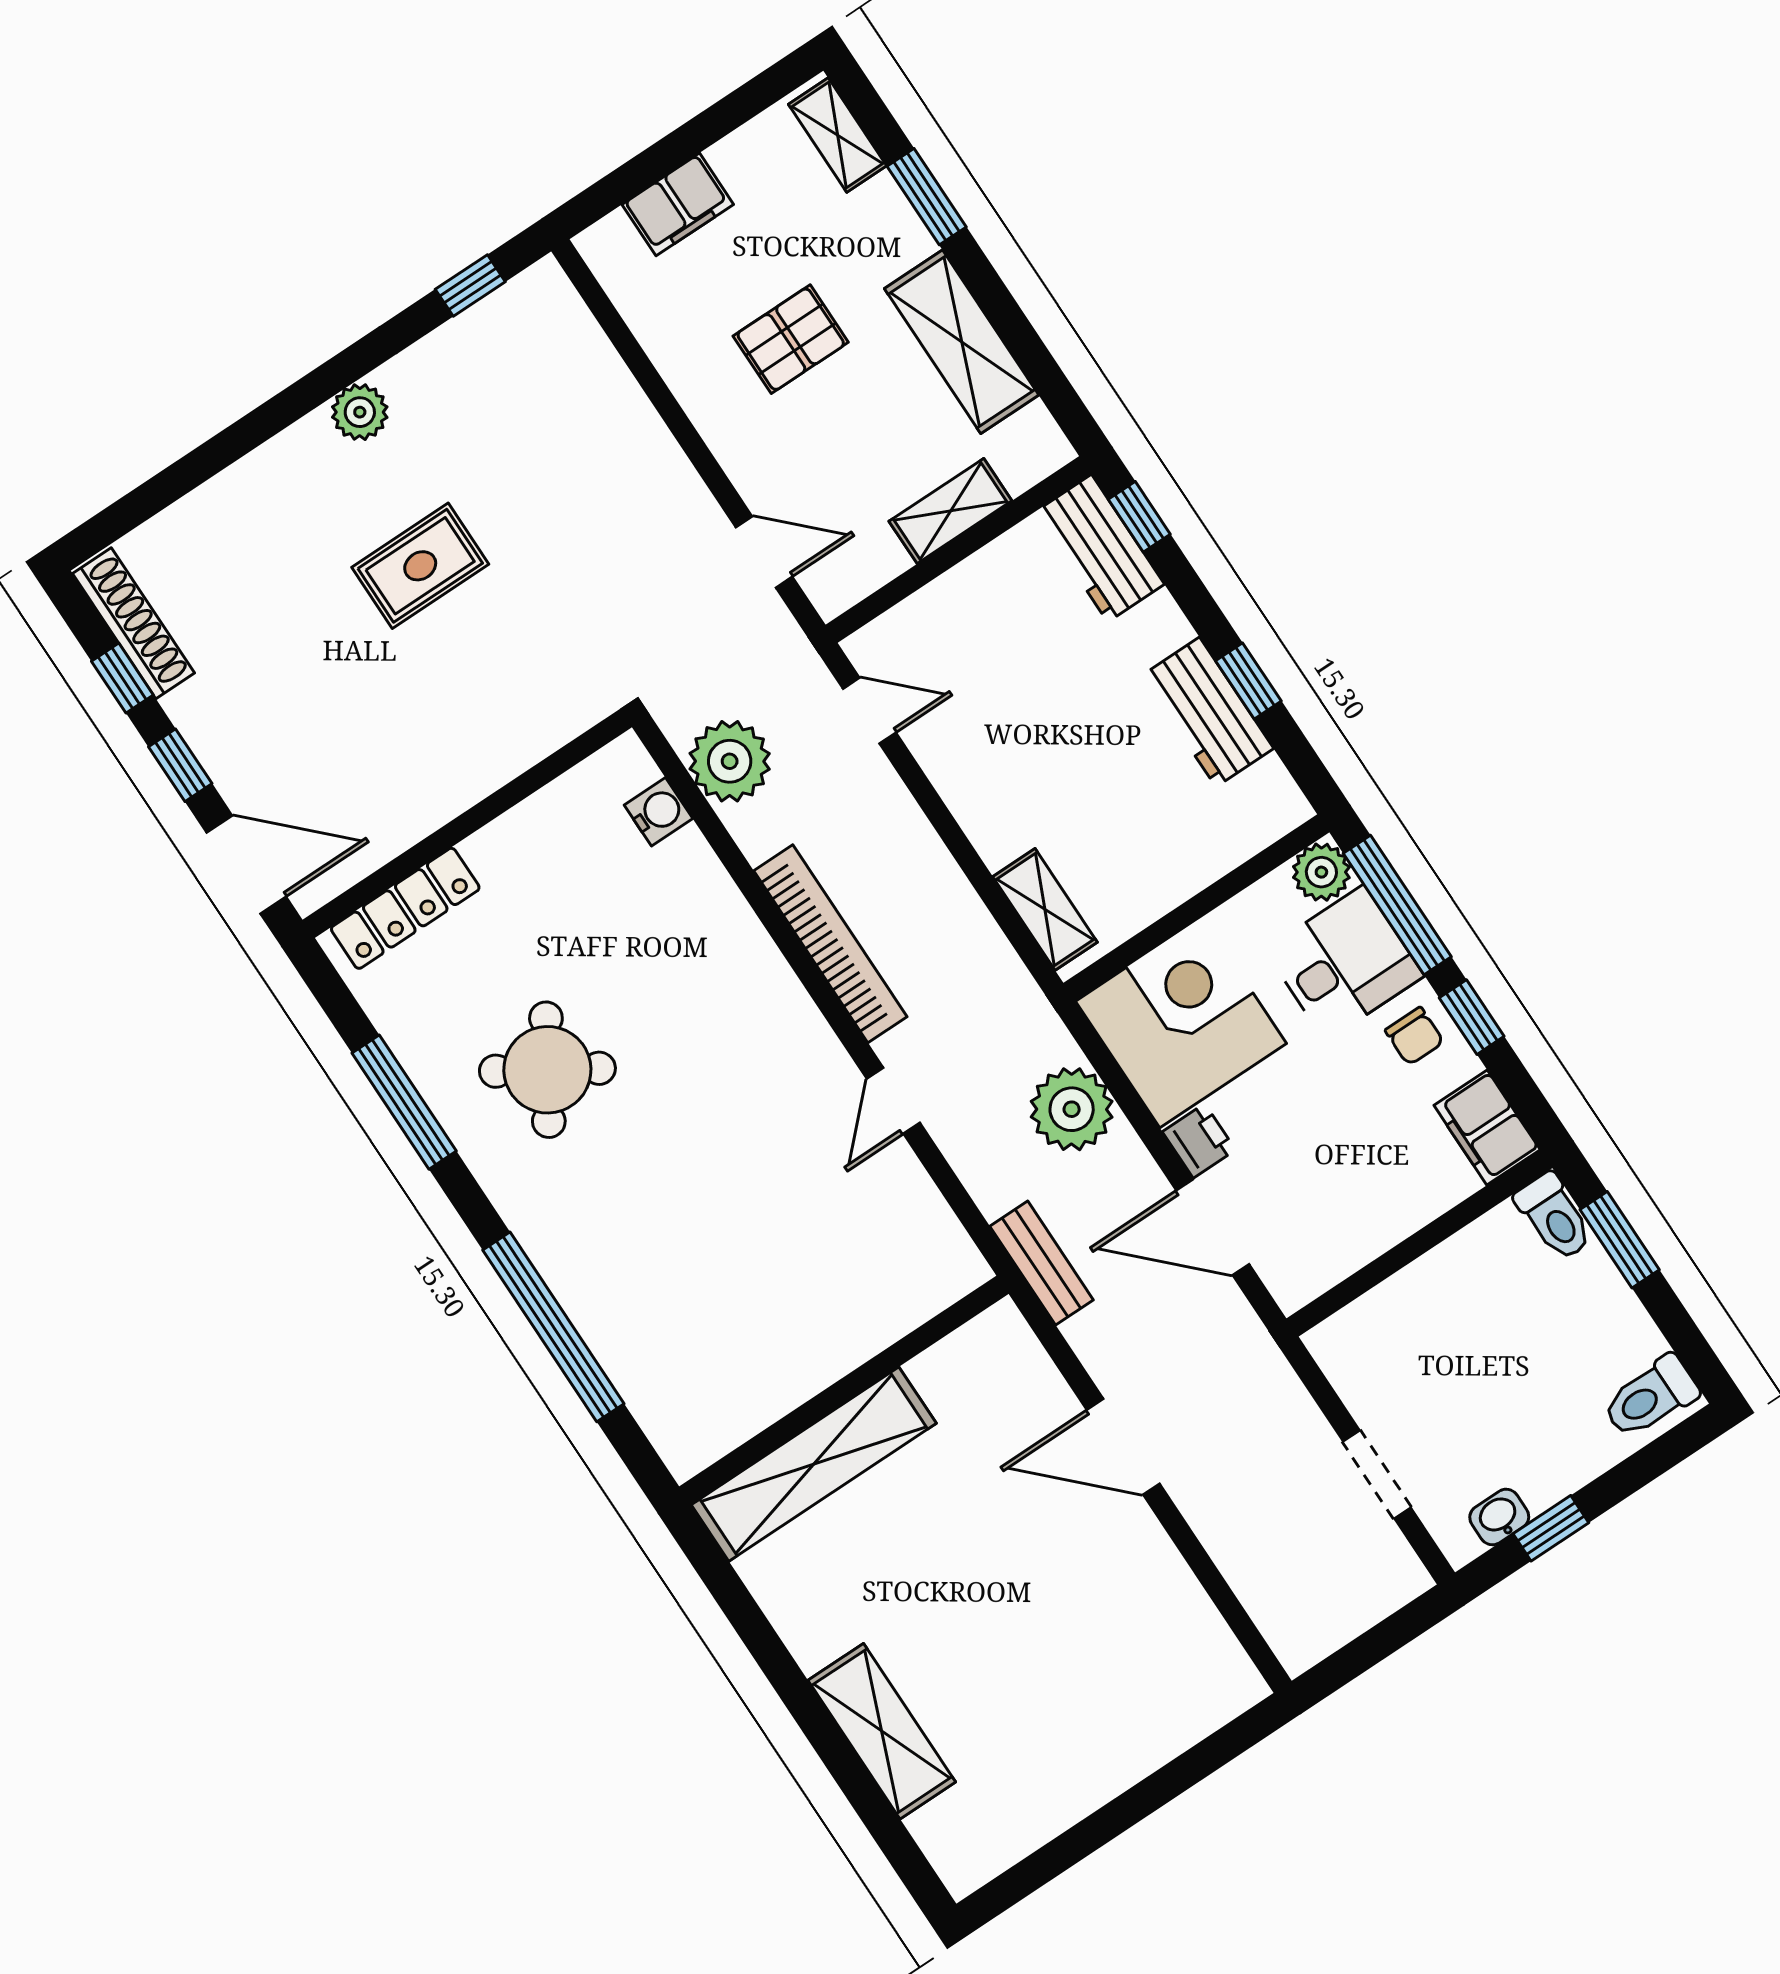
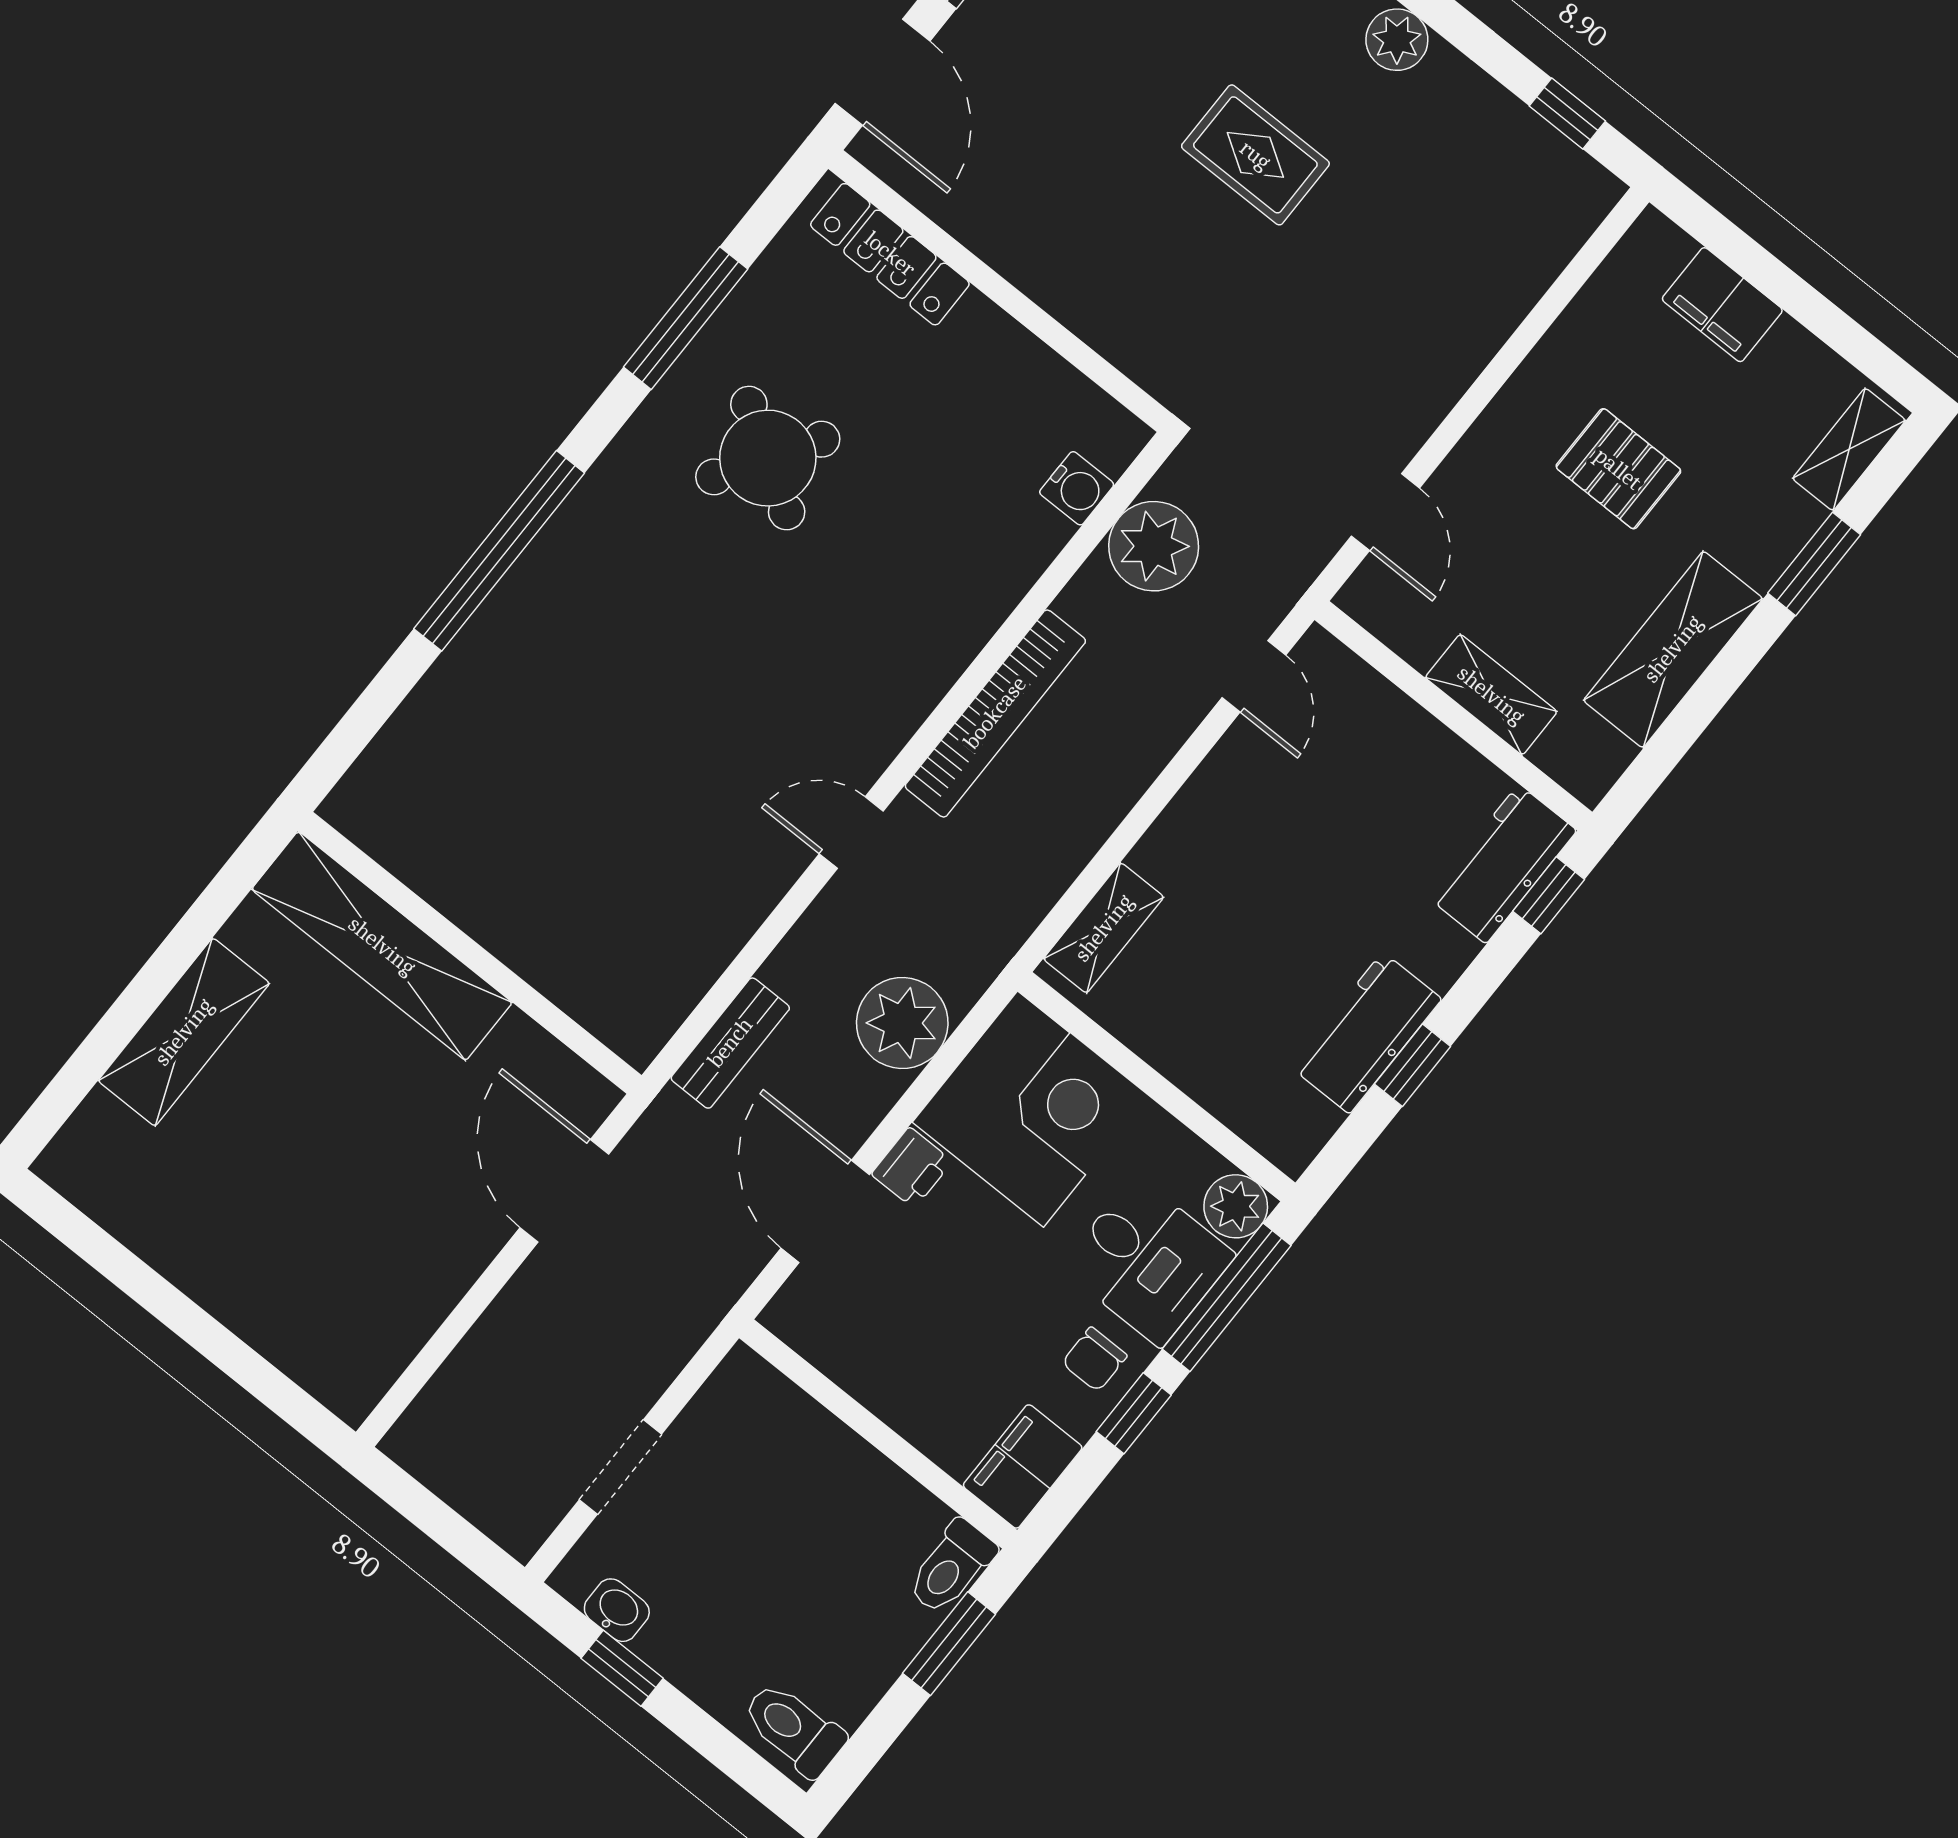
wall: (844, 1390) -> (470, 953), moved
shelving: (814, 1464) -> (382, 946), moved

